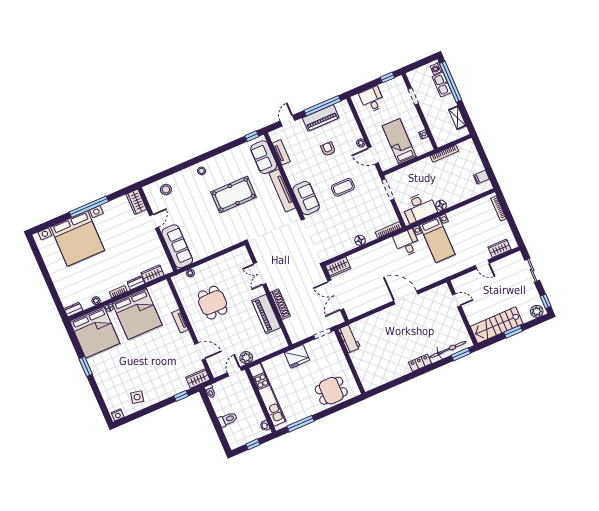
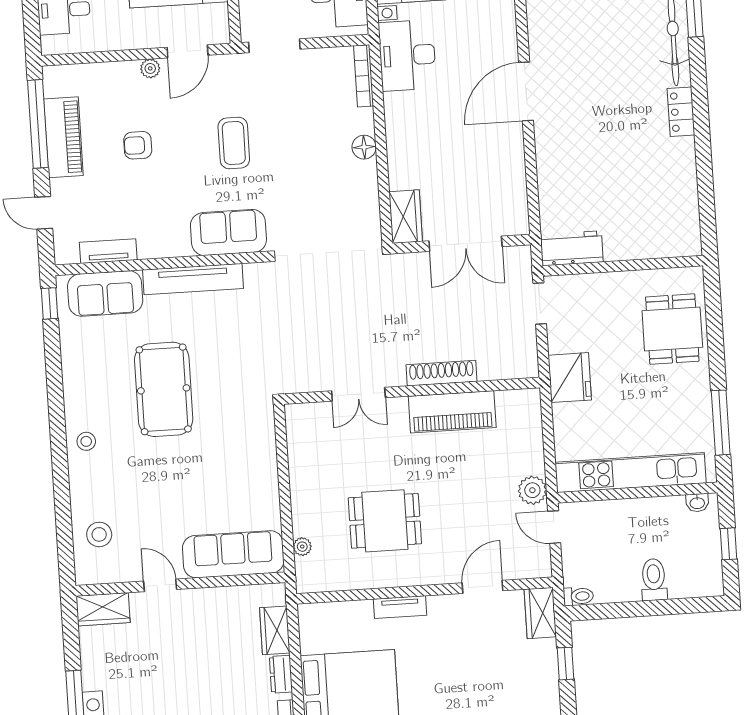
desk: (407, 243) -> (407, 55), width x1.37

